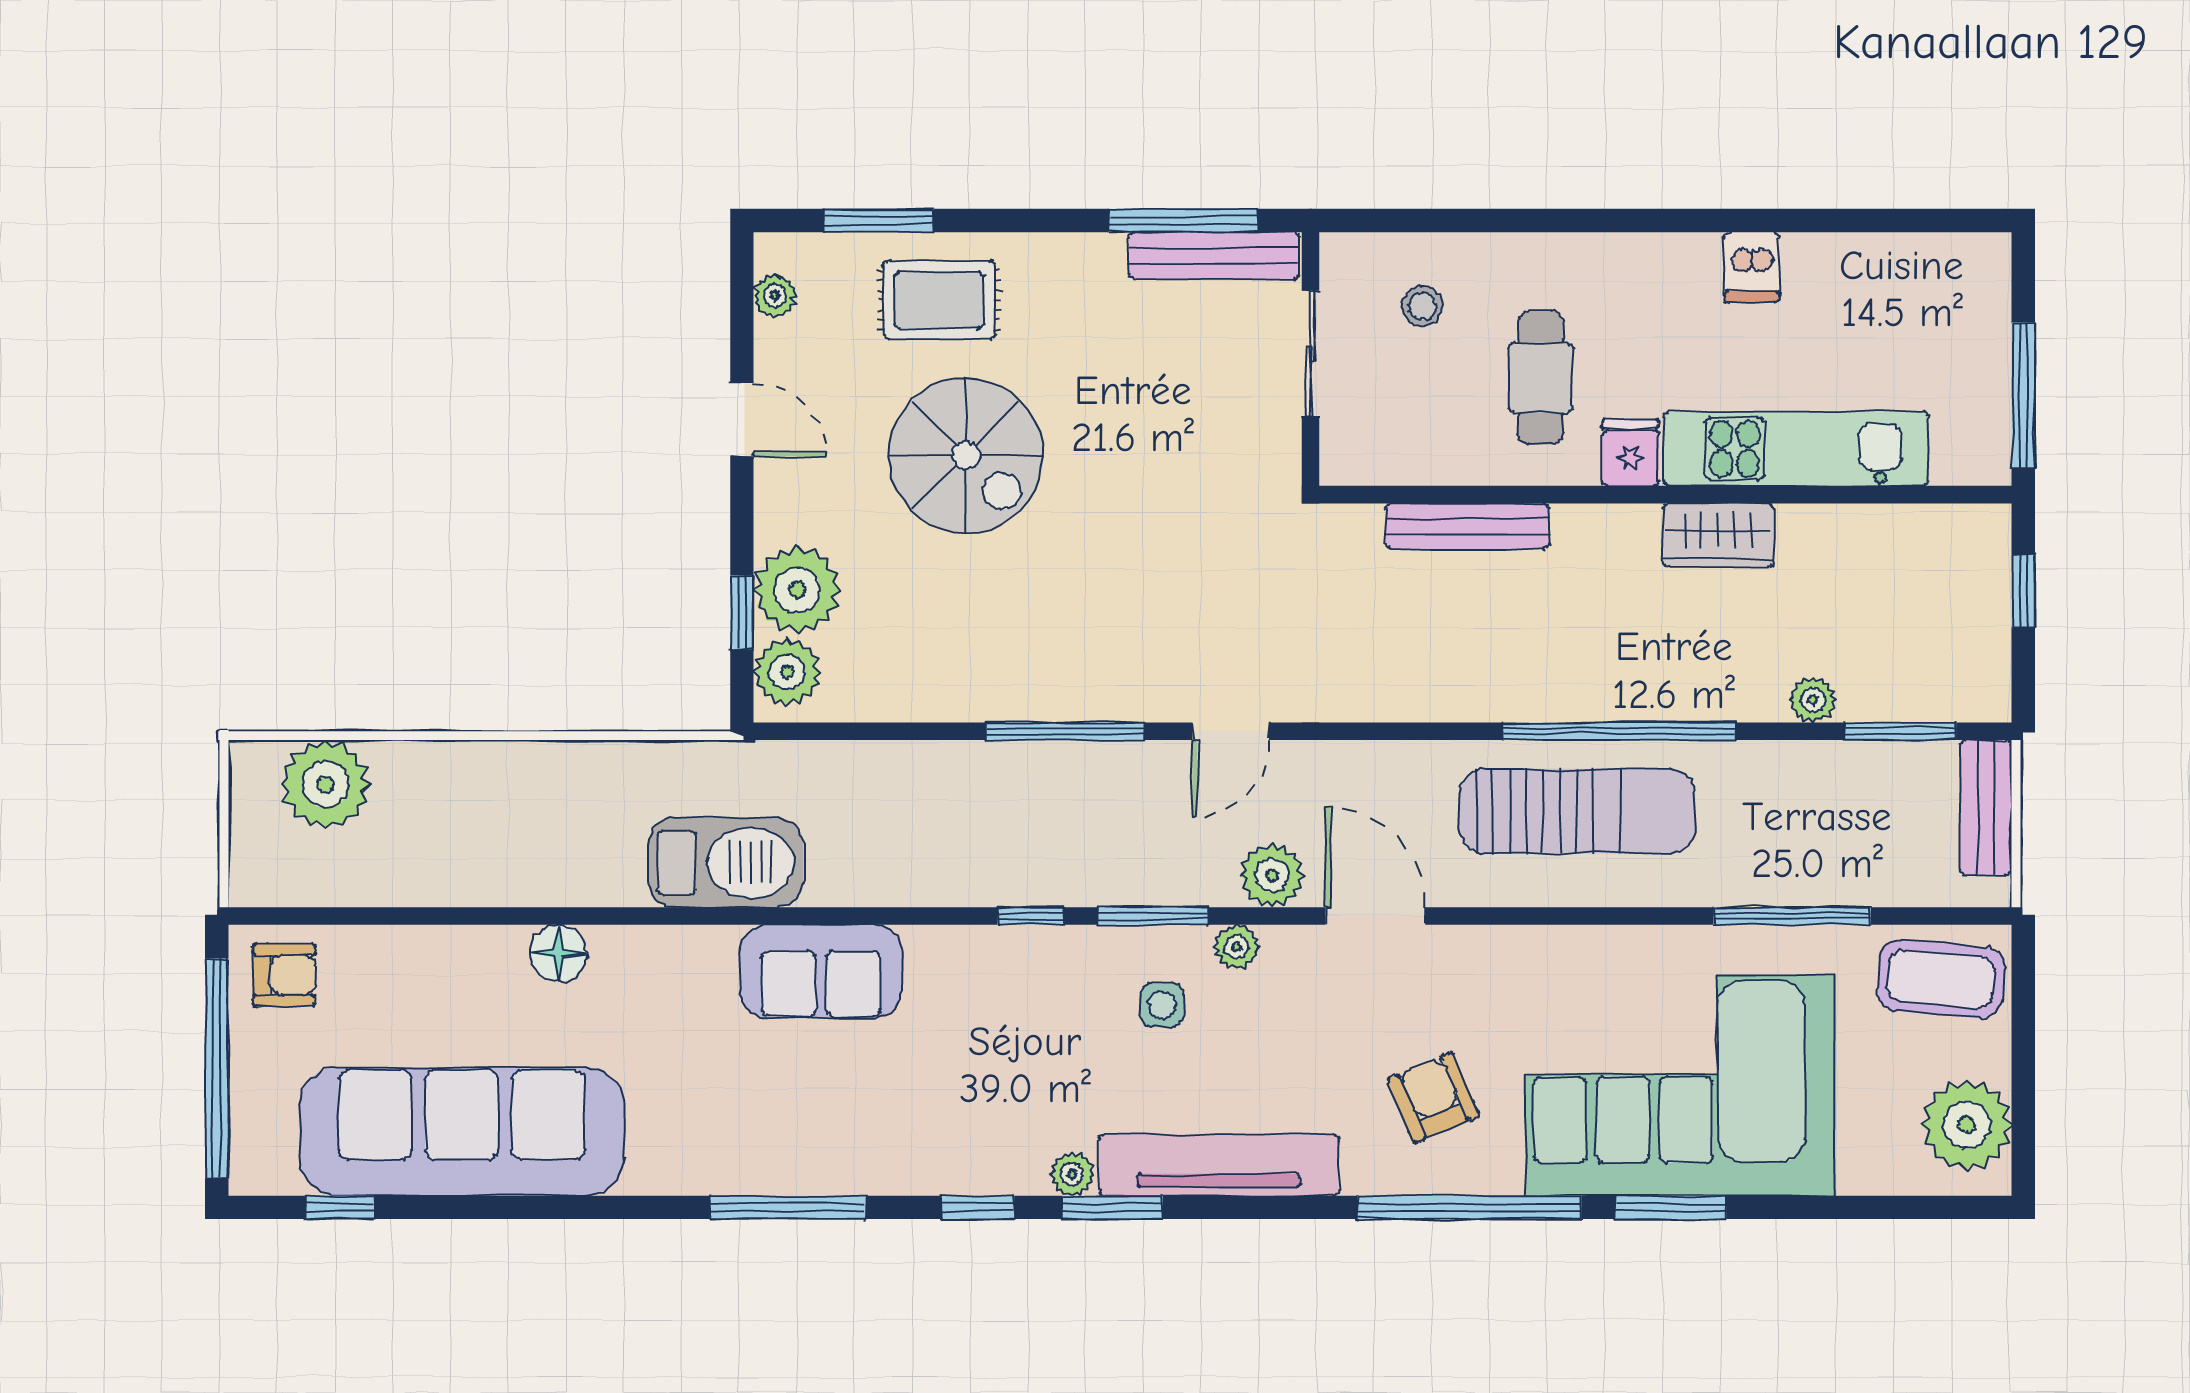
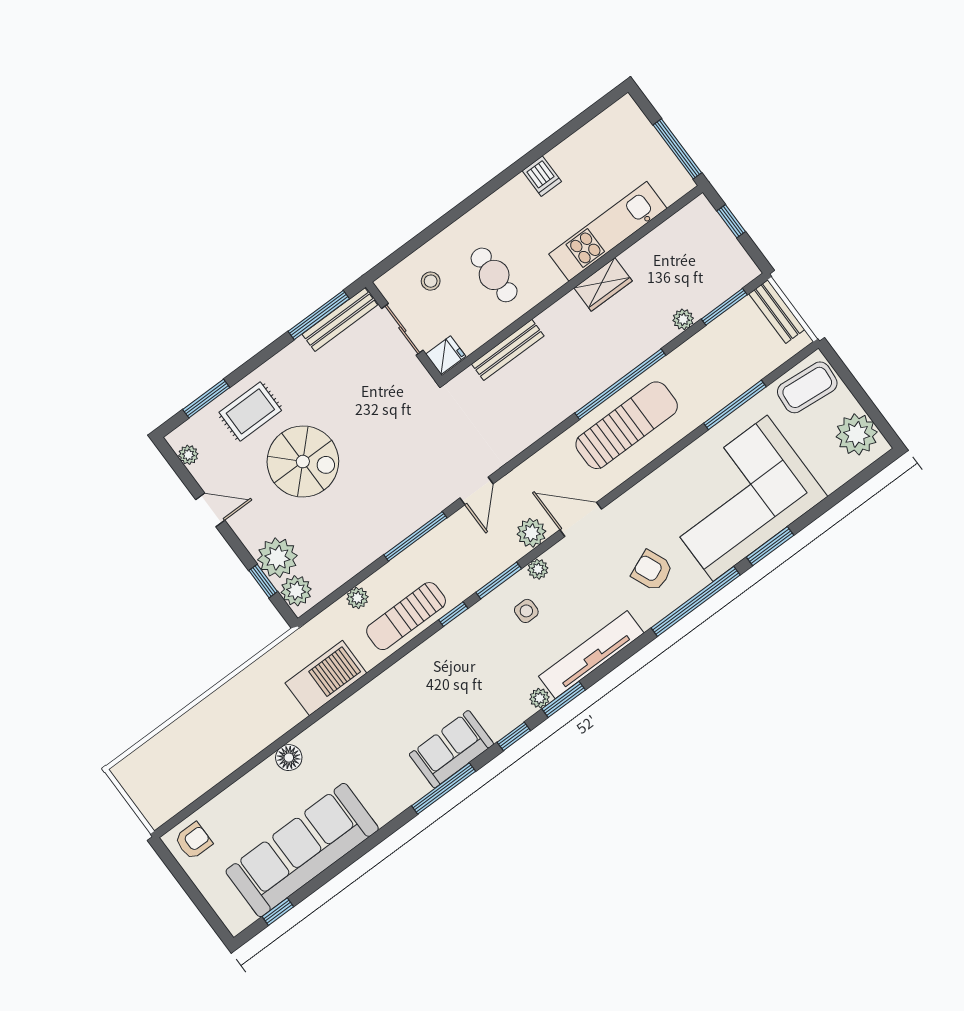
fridge: (1630, 453) -> (446, 355), moved, turned 90
plant: (325, 784) -> (357, 598), moved, width x0.53, depth x0.53
sun lounger: (946, 858) -> (406, 616), added
sofa: (821, 971) -> (451, 749), moved, turned 180
window: (217, 1068) -> (194, 894), removed

